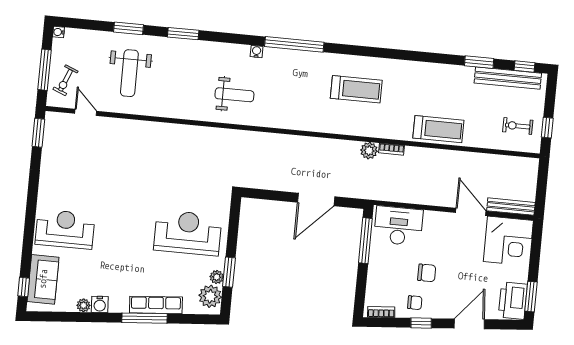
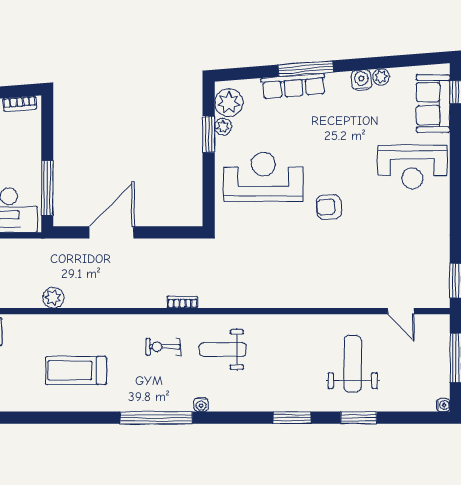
exercise bike: (65, 80) -> (163, 347), moved, turned -112
bookcase: (392, 149) -> (182, 302), moved
armchair: (136, 203) -> (329, 207), added
reception desk: (188, 233) -> (263, 177), turned 180

